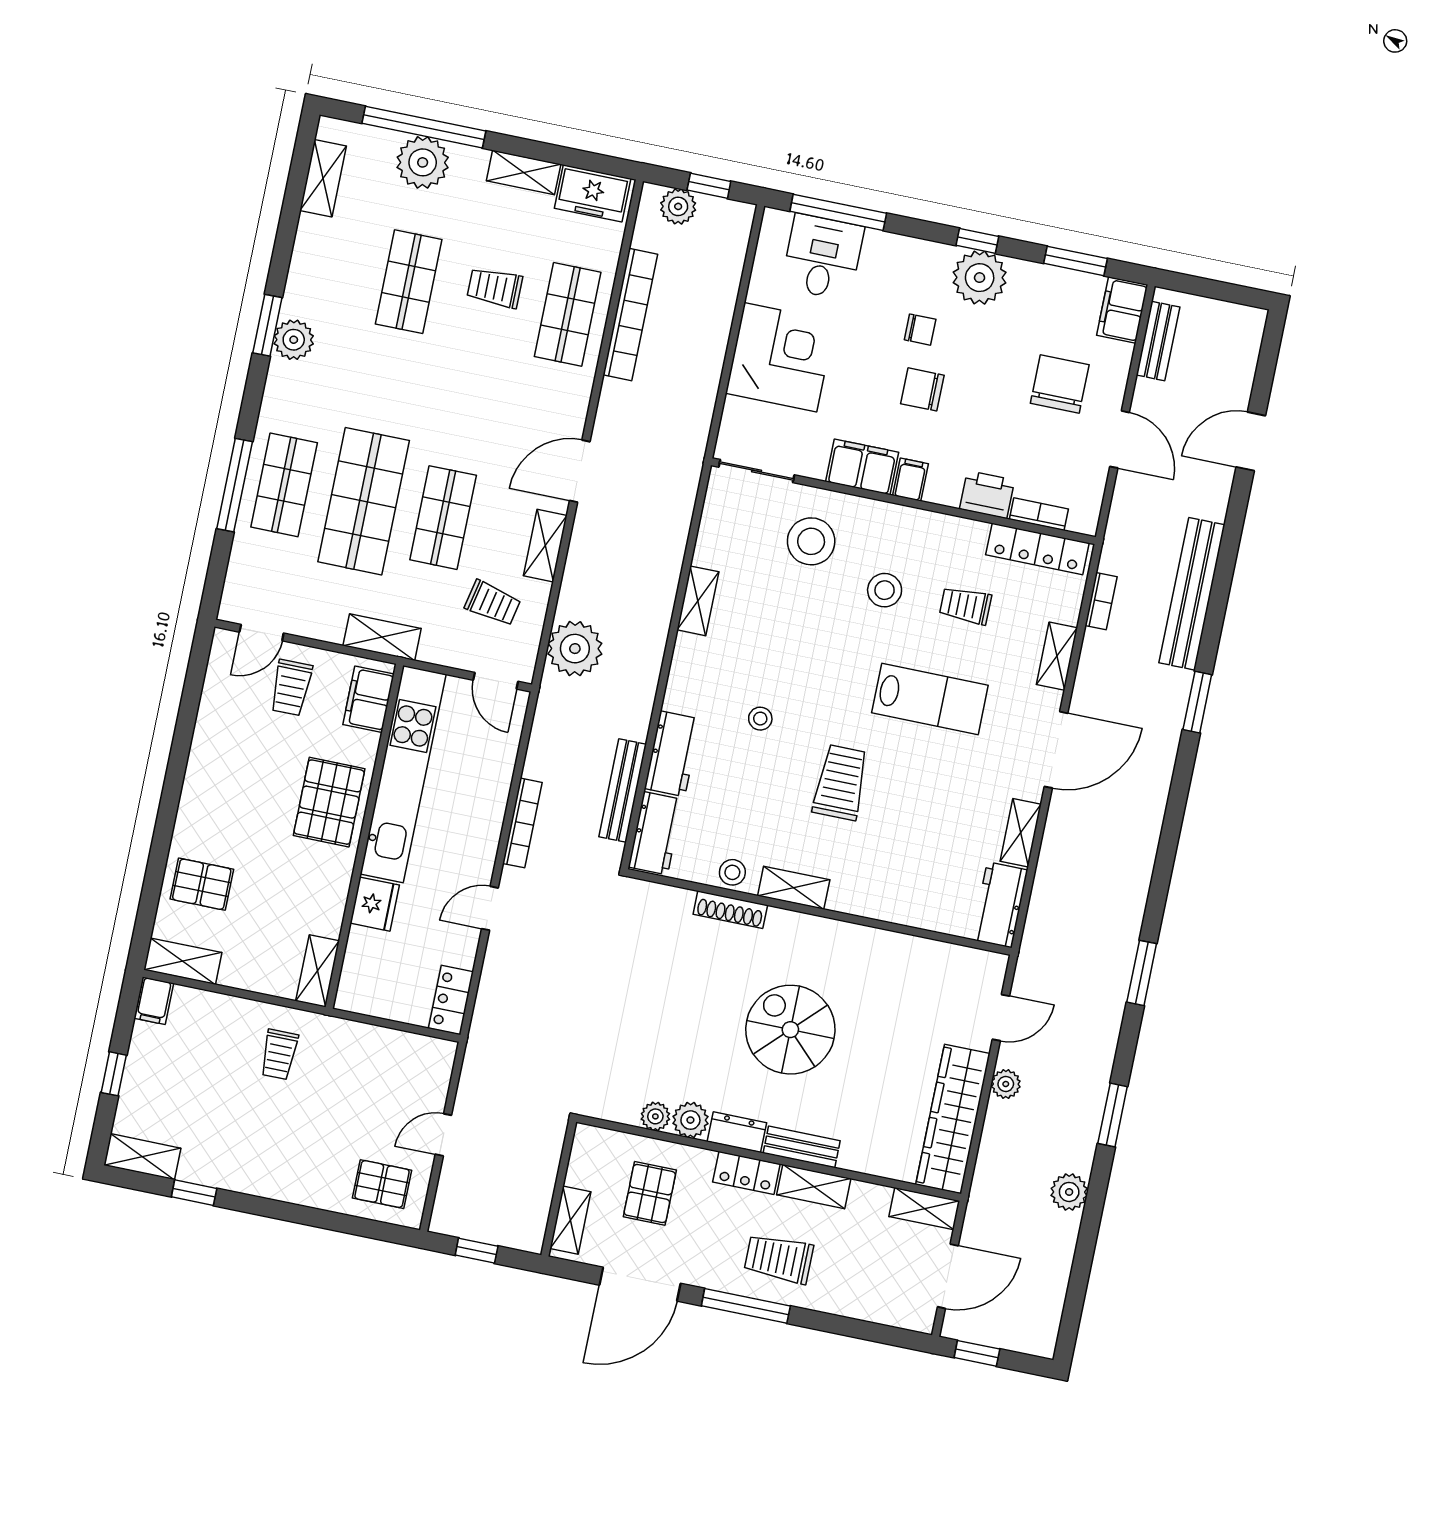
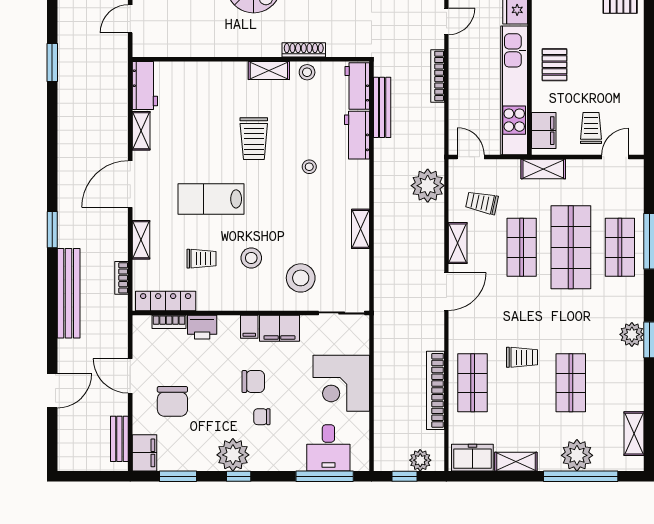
trolley: (495, 288) -> (522, 357), moved
pallet: (329, 802) -> (555, 65), width x0.67, depth x0.71

